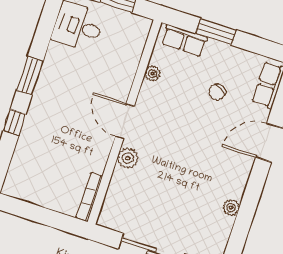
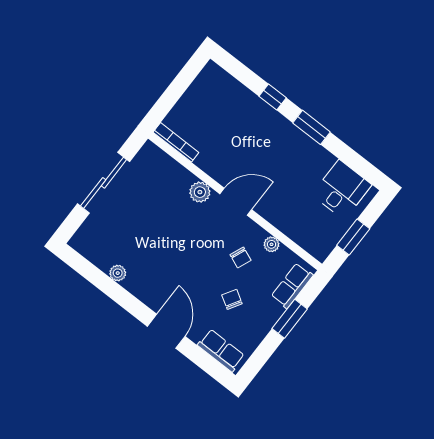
chair: (175, 98) -> (241, 257), added

